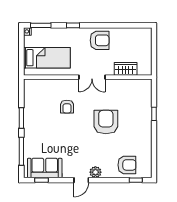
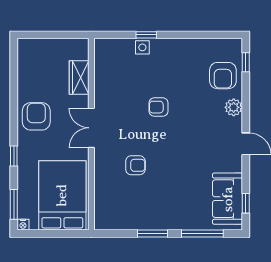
bed: (47, 58) -> (62, 195), width x1.50
double door: (92, 77) -> (91, 128), swing flipped
side table: (146, 111) -> (142, 47), added
armchair: (106, 122) -> (159, 107), width x0.53, depth x0.53
armchair: (127, 165) -> (223, 76), turned 180
plant: (95, 172) -> (234, 107), moved

